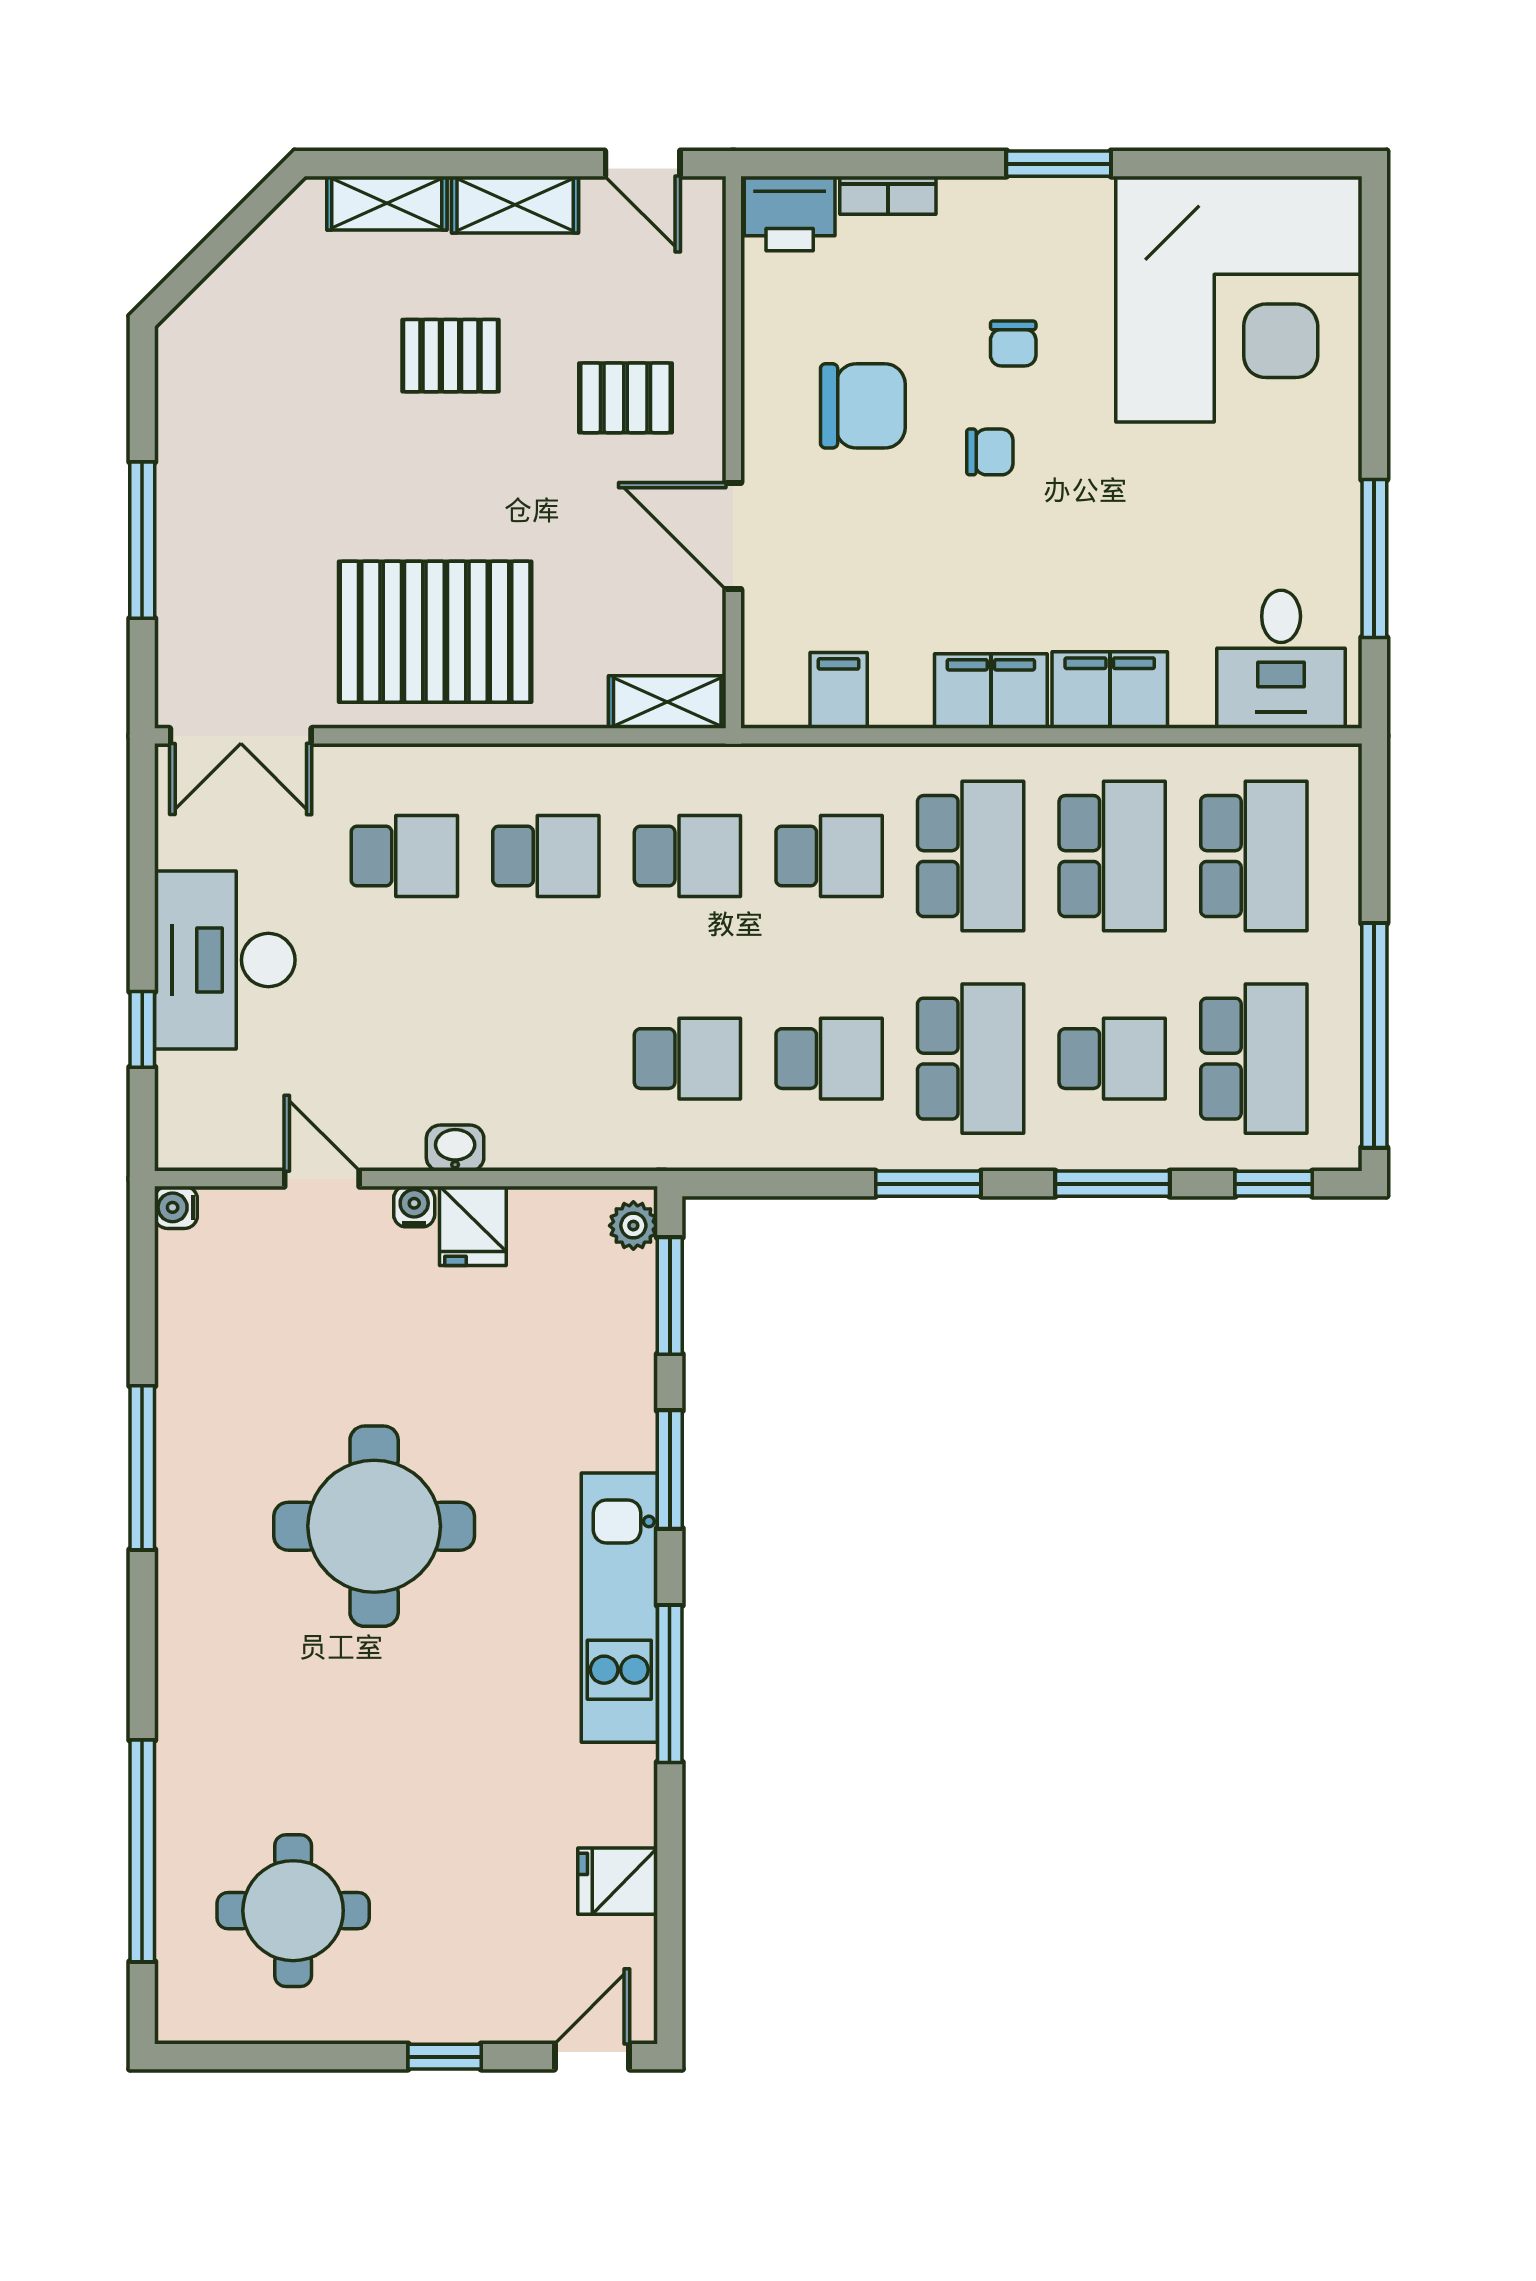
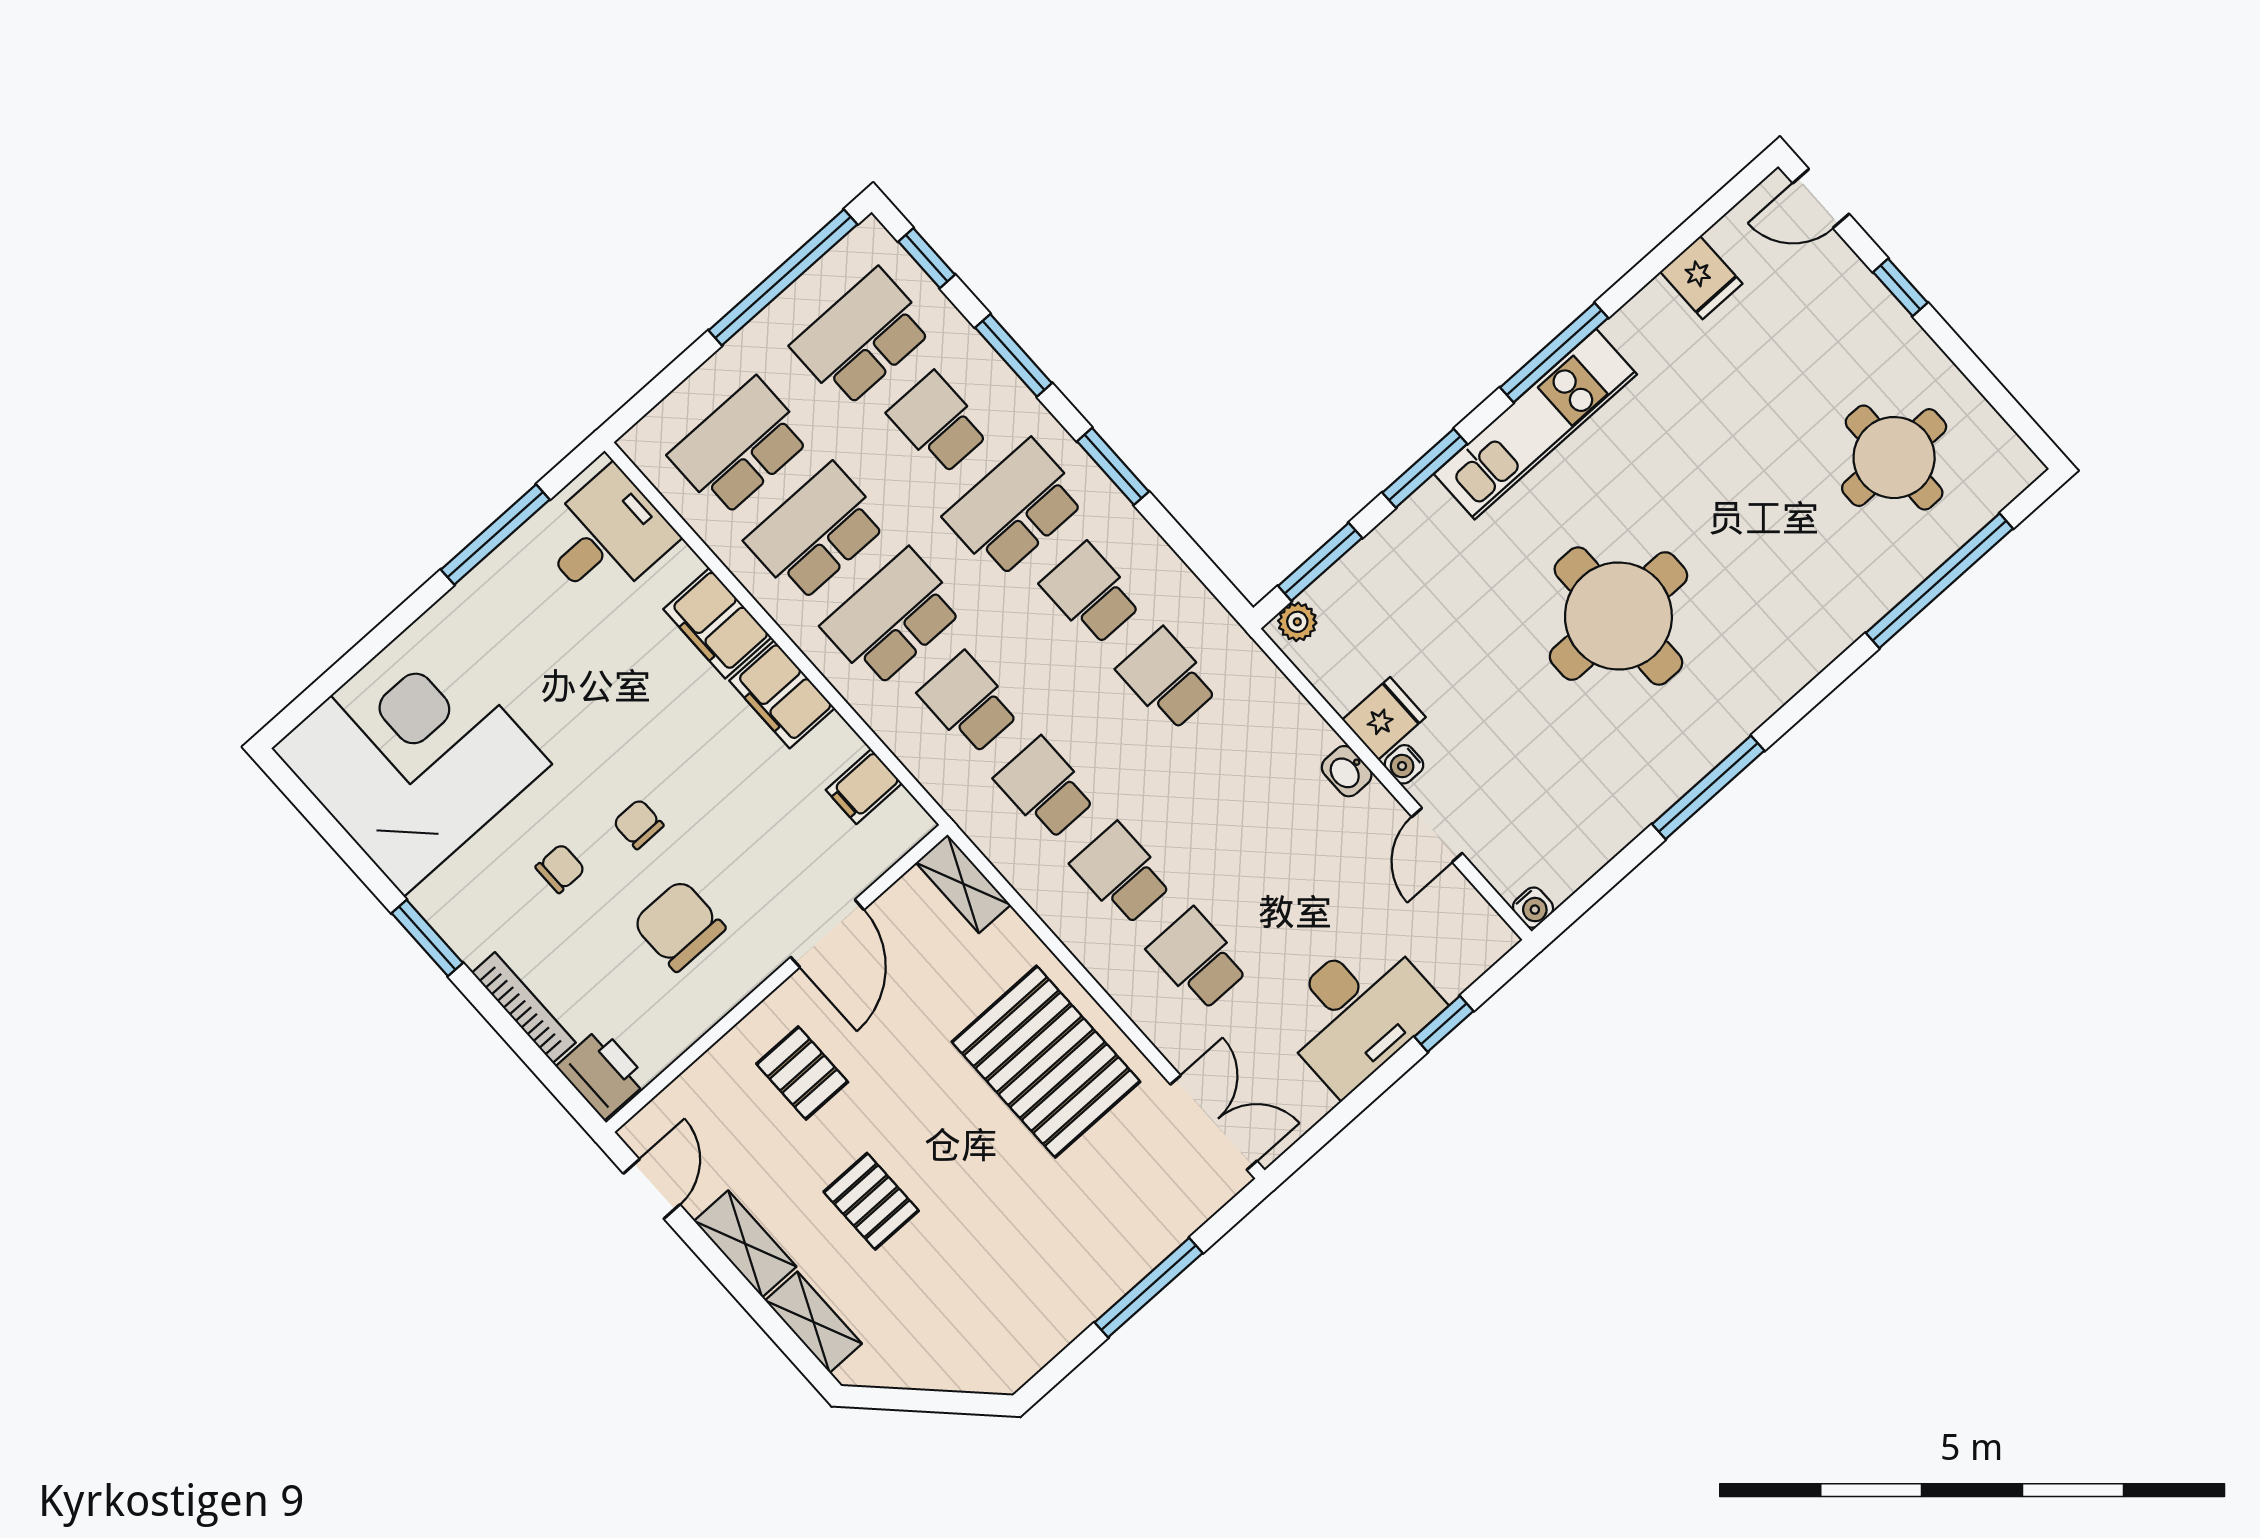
bookcase: (888, 195) -> (524, 1008), width x1.56

